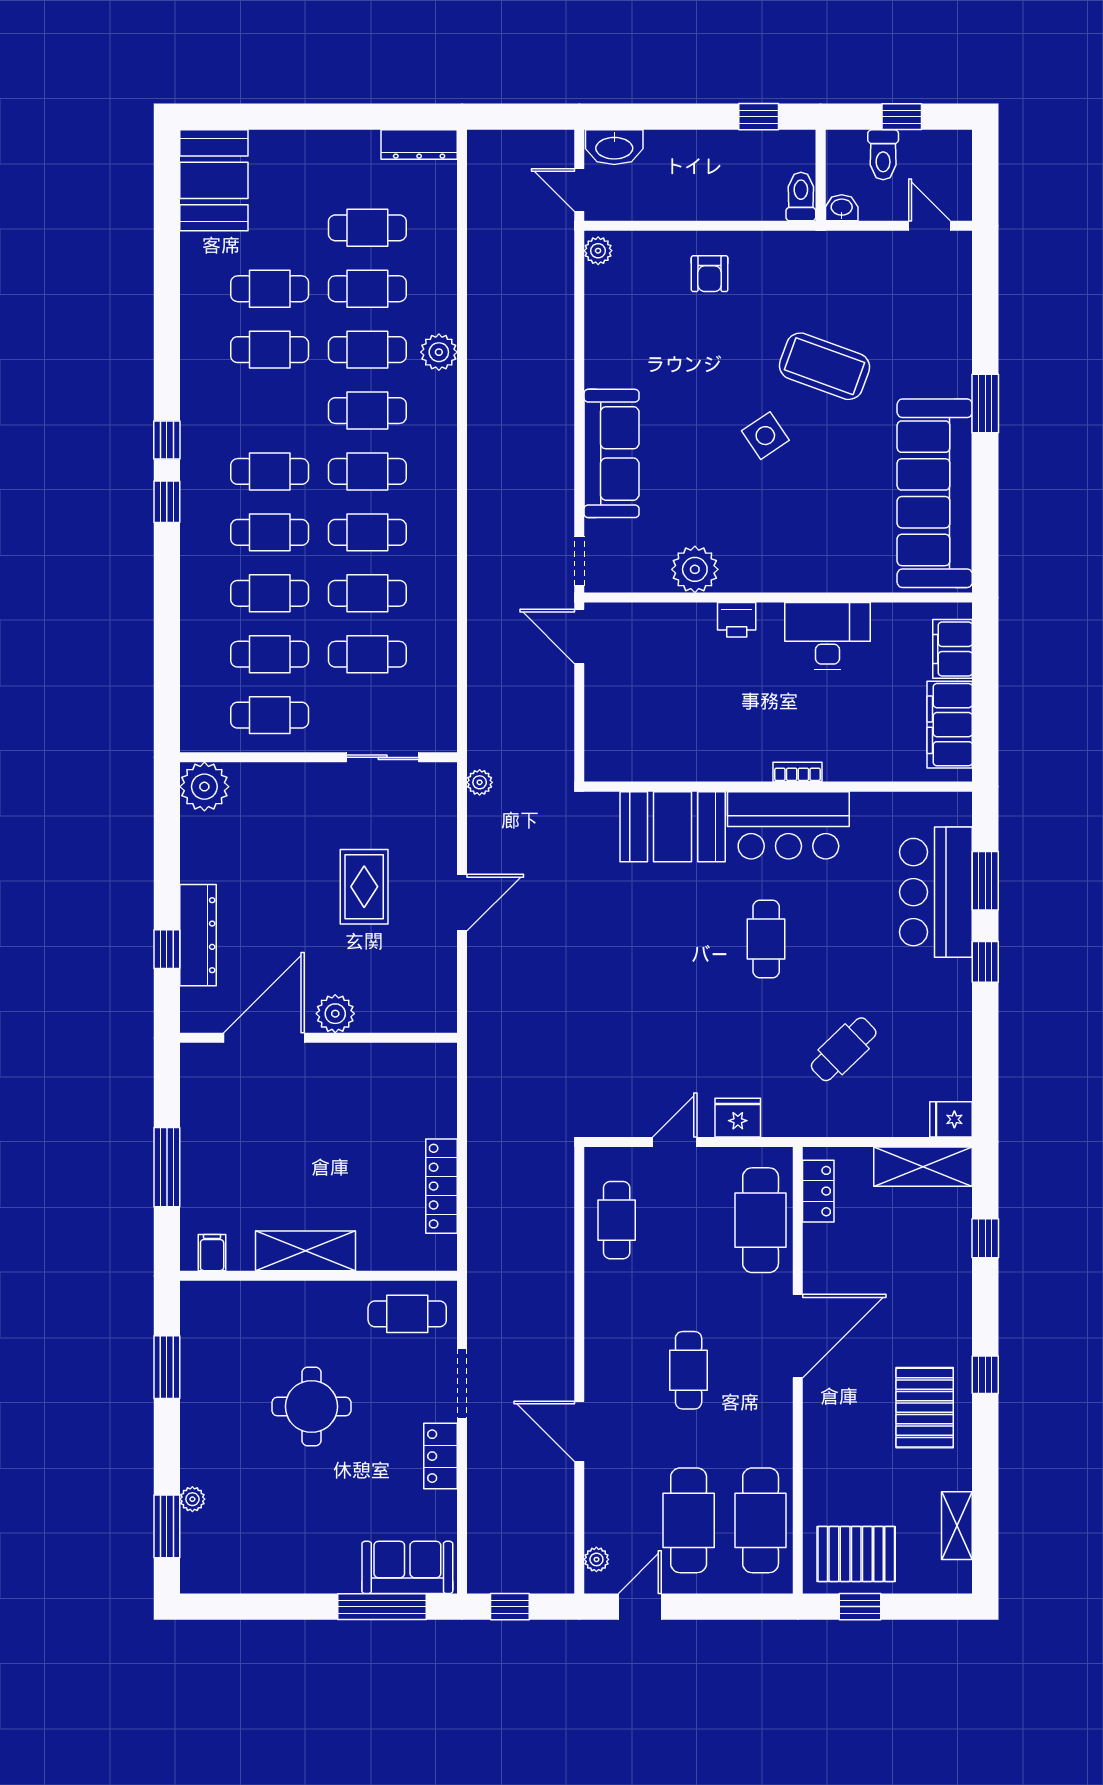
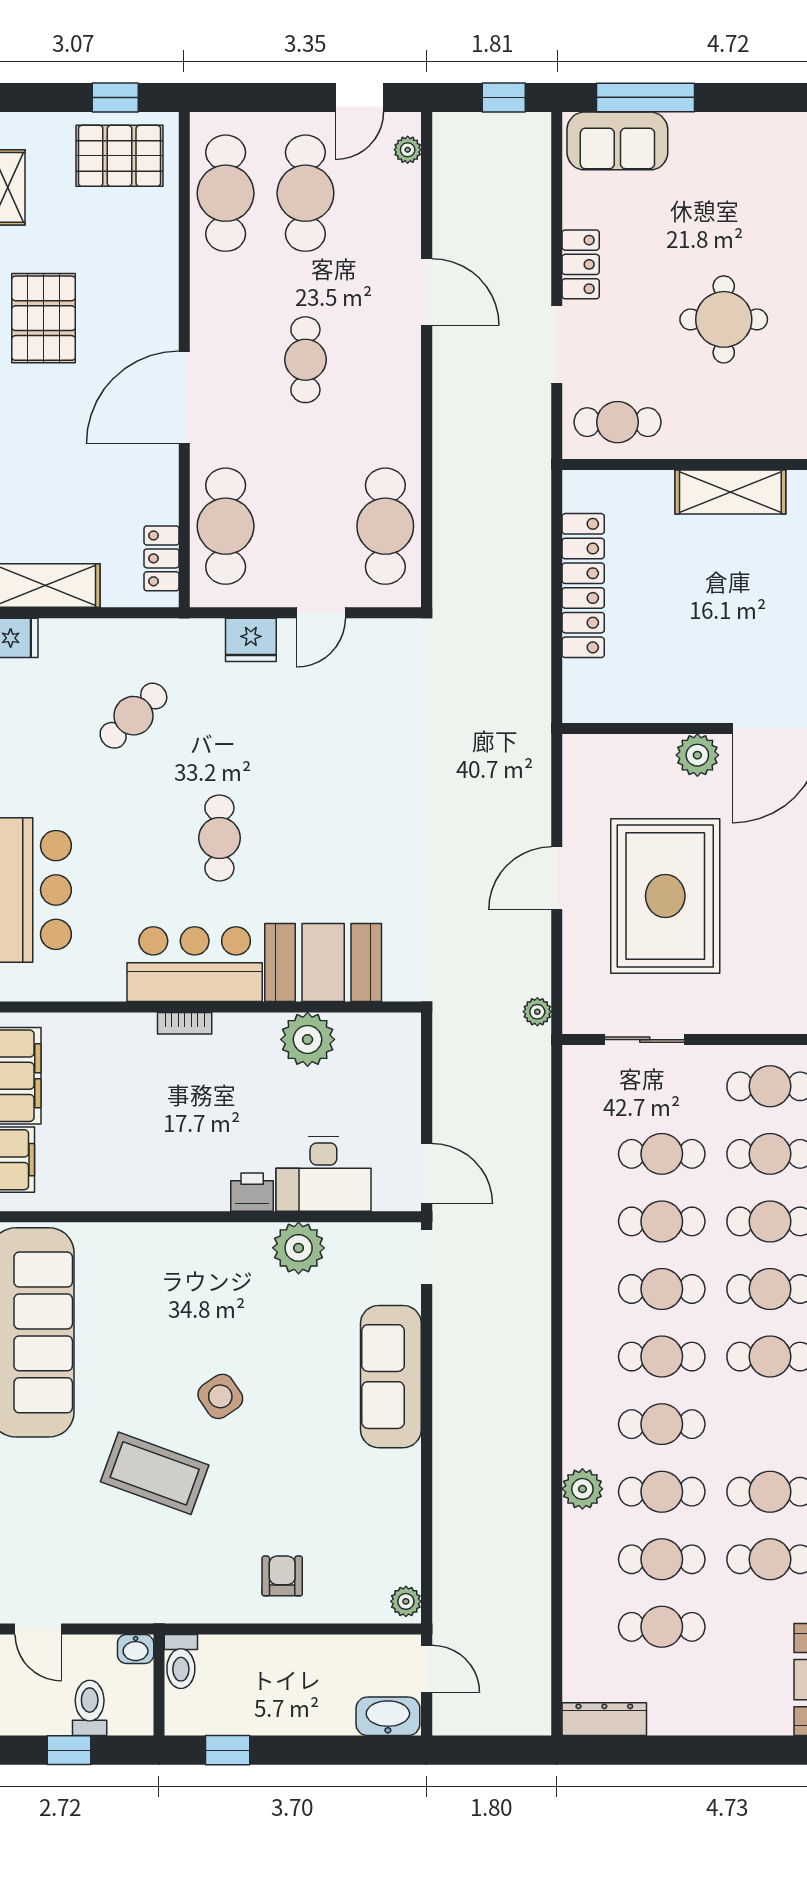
desk: (828, 636) -> (323, 1174), moved
plant: (687, 757) -> (308, 1039), added
rug: (364, 887) -> (665, 896), width x1.86, depth x2.06
locker: (441, 1186) -> (583, 586), width x1.41, depth x1.21
cafe table: (617, 1220) -> (385, 526), width x1.37, depth x1.35

